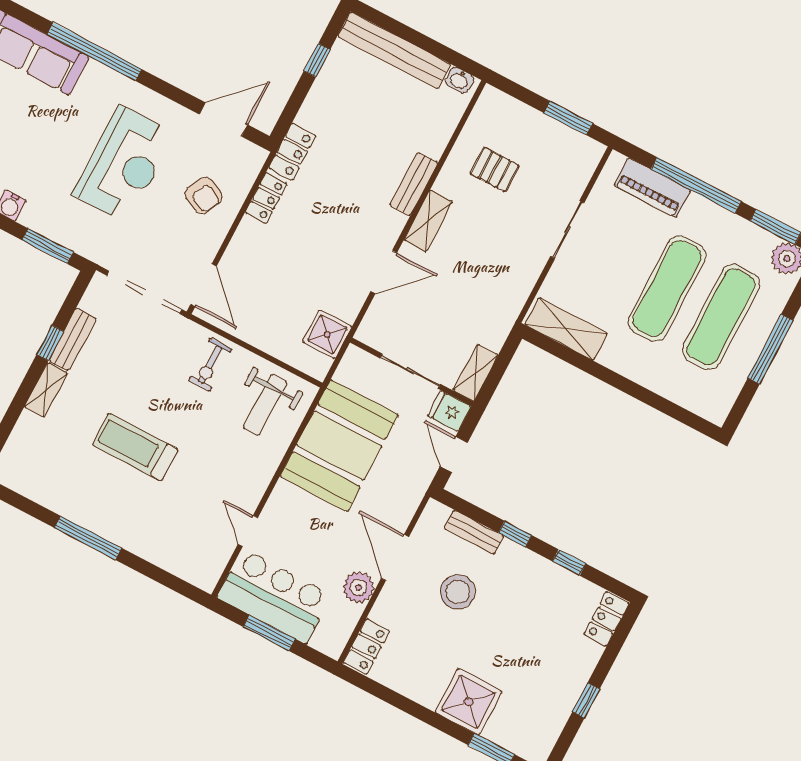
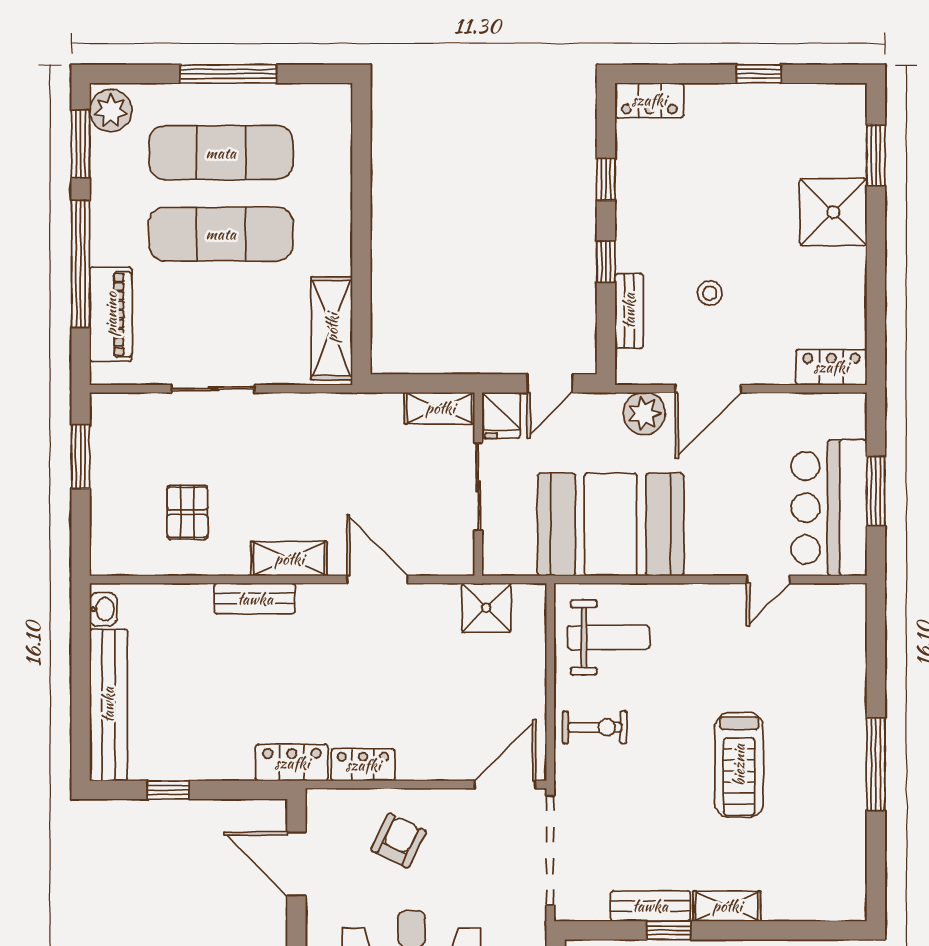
plant: (359, 587) -> (644, 413), moved
stool: (458, 592) -> (710, 293), width x0.53, depth x0.53

